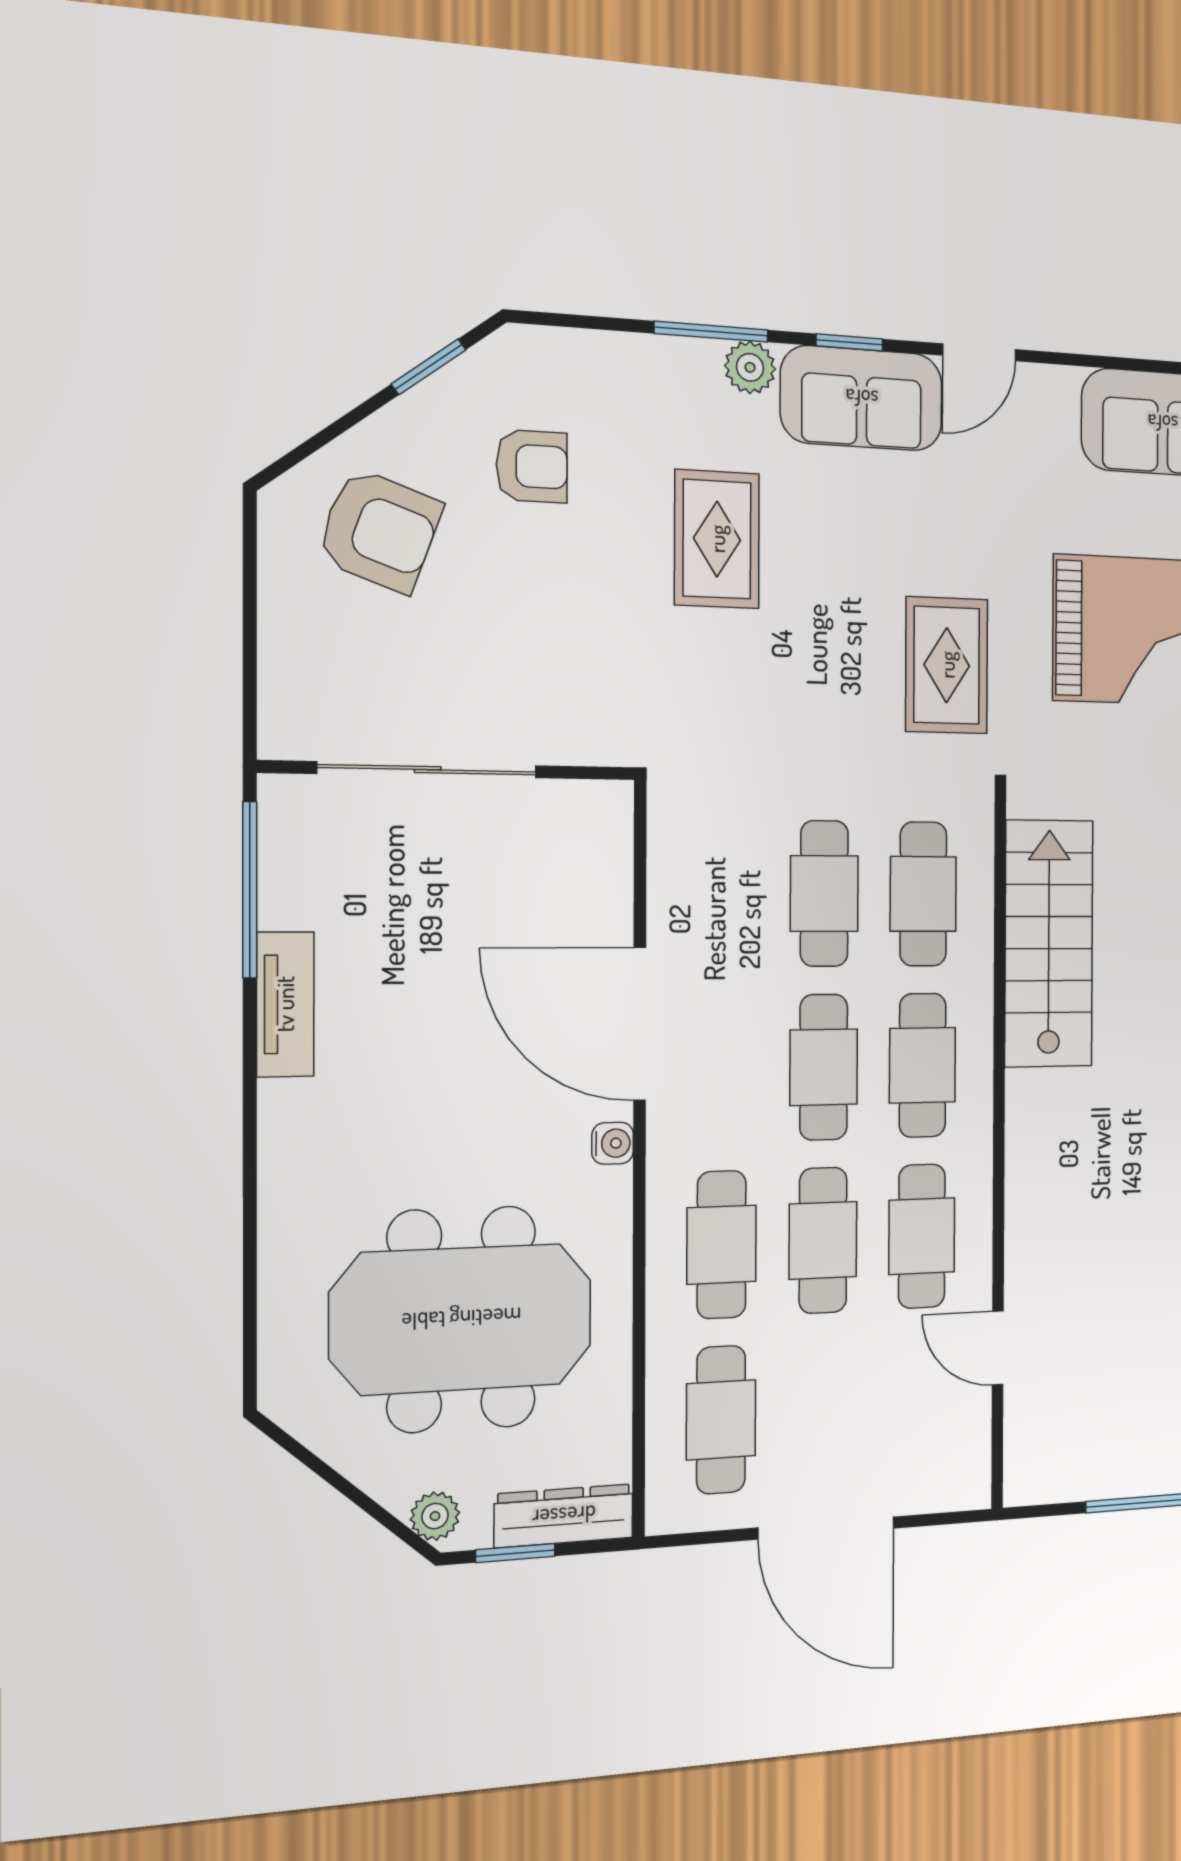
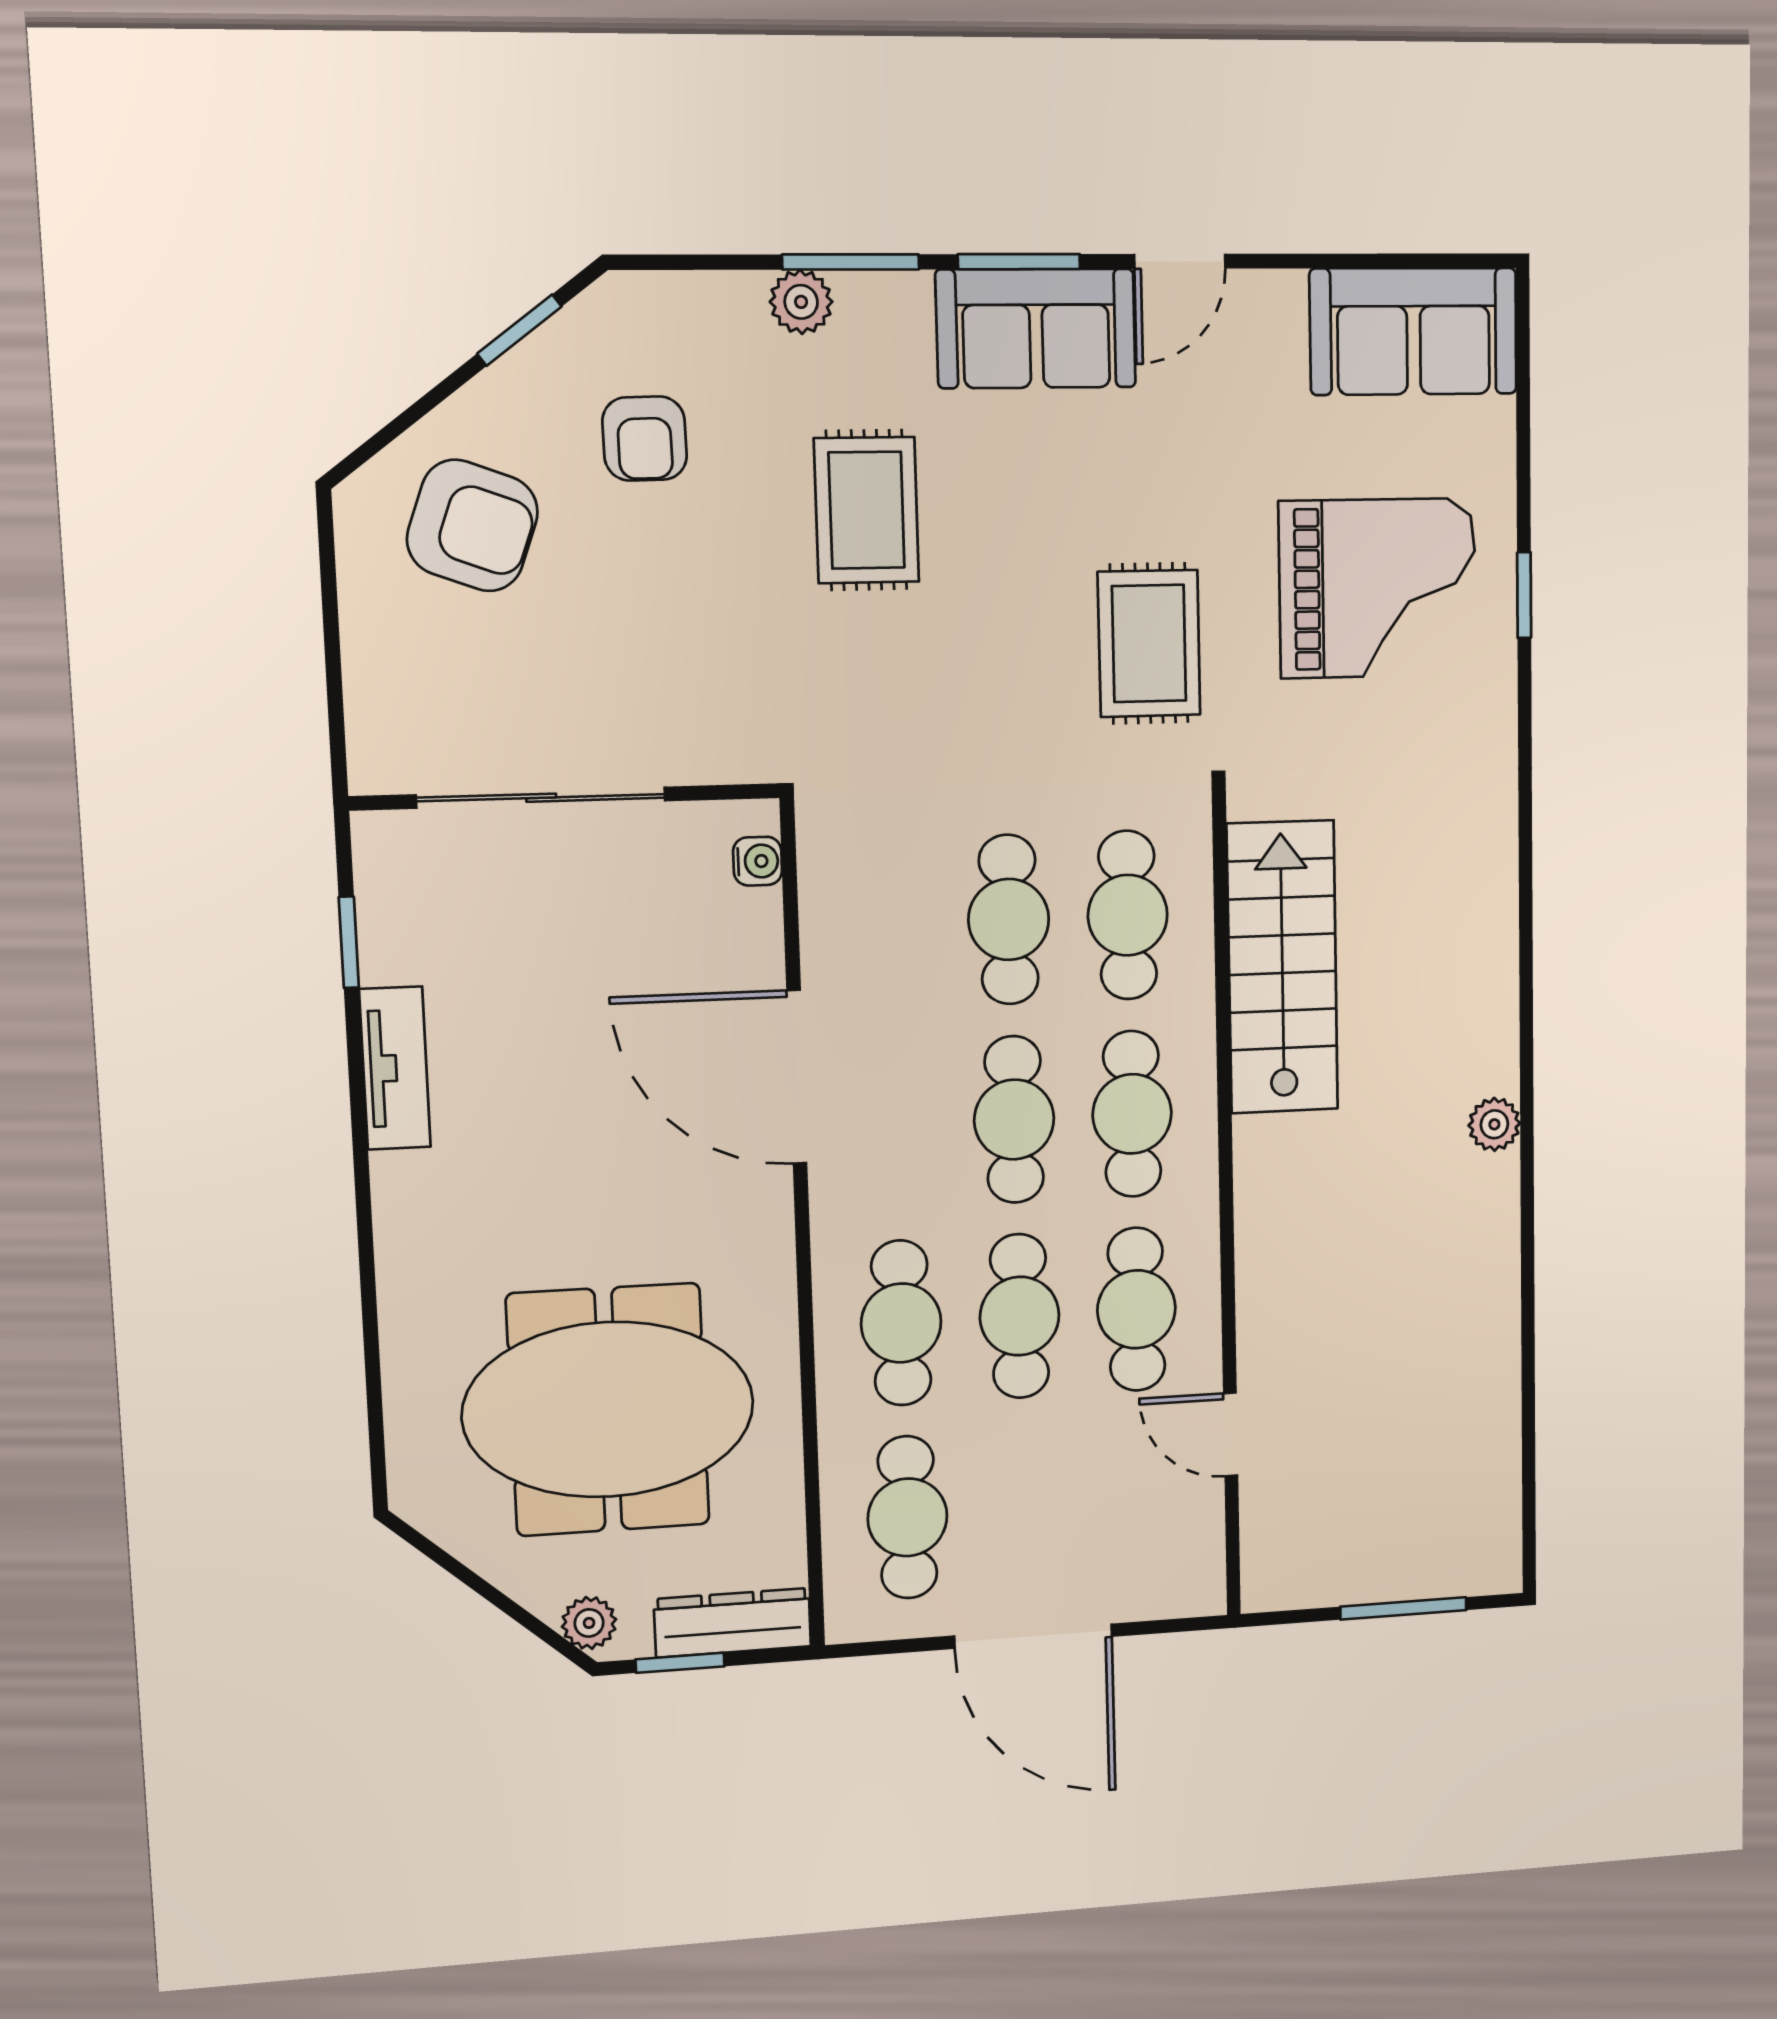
window: (849, 342) -> (1019, 262), width x1.50
plant: (750, 367) -> (801, 302), moved
armchair: (532, 466) -> (645, 439), turned 89
window: (250, 890) -> (349, 942), width x0.46
water cooler: (613, 1143) -> (758, 861), moved

